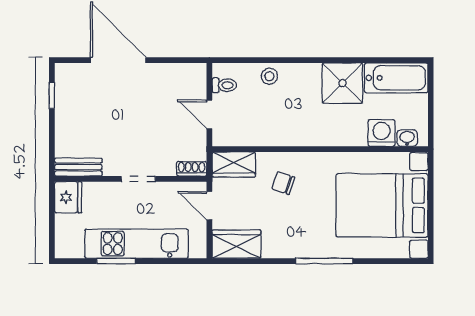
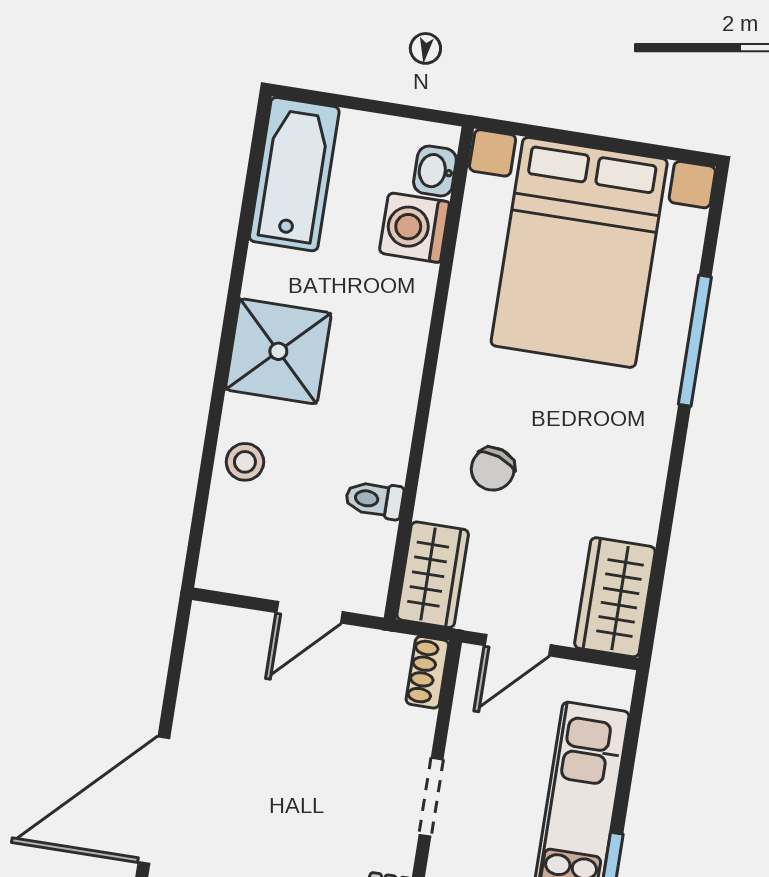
shower: (342, 83) -> (278, 351), moved
toilet: (224, 85) -> (374, 500), moved, turned -90
window: (324, 261) -> (695, 341), moved

